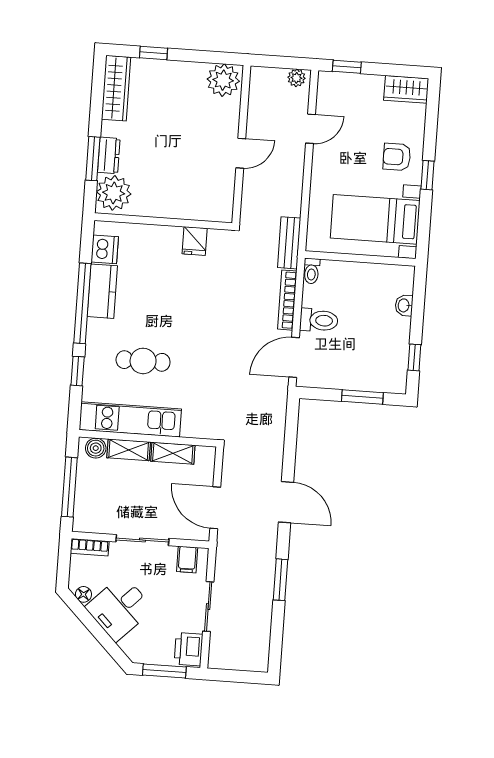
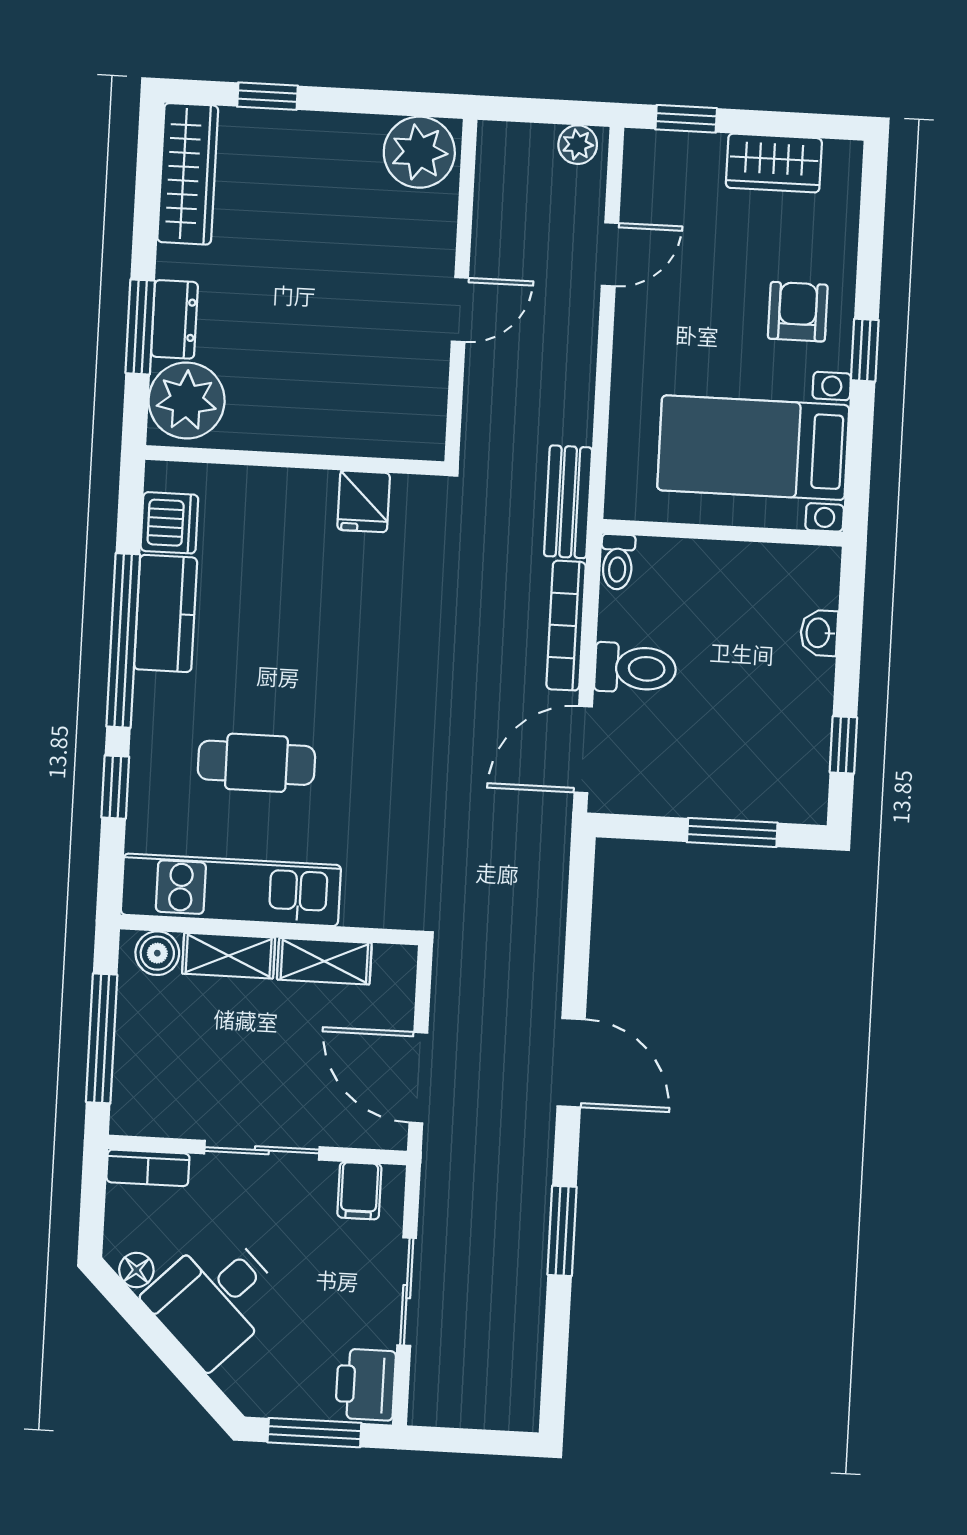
wardrobe: (406, 89) -> (774, 163), moved
armchair: (397, 157) -> (798, 312), turned 90

